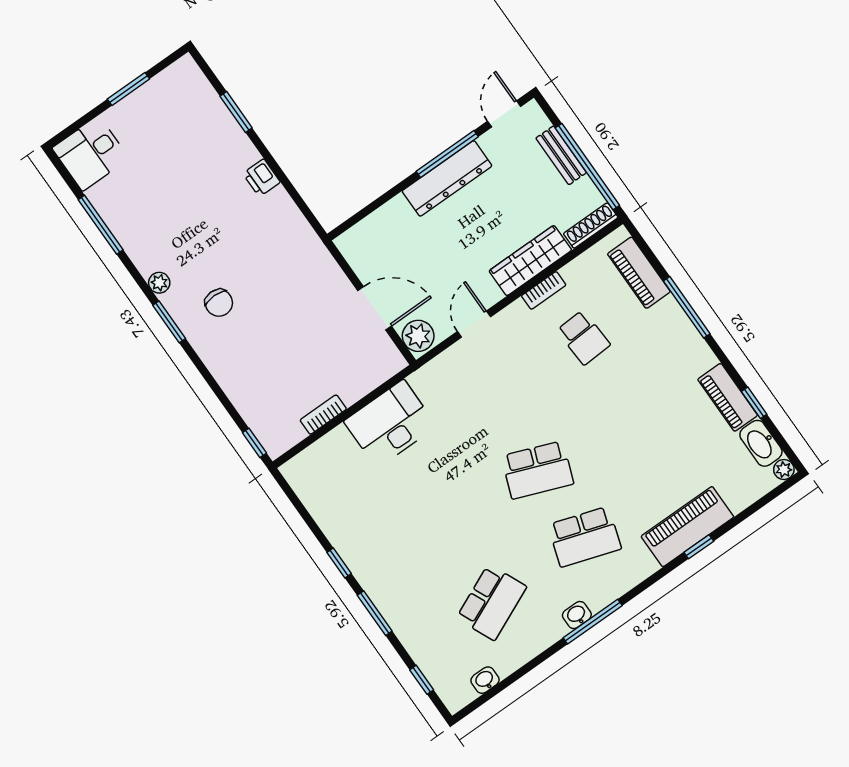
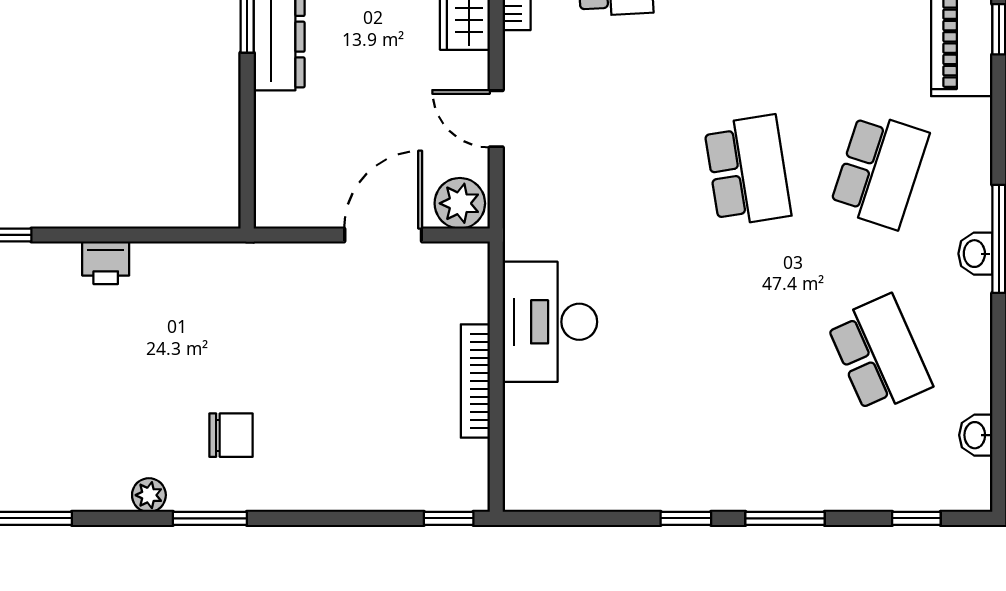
bookcase: (323, 415) -> (475, 381), width x1.56
school desk: (537, 470) -> (748, 171), turned -30

